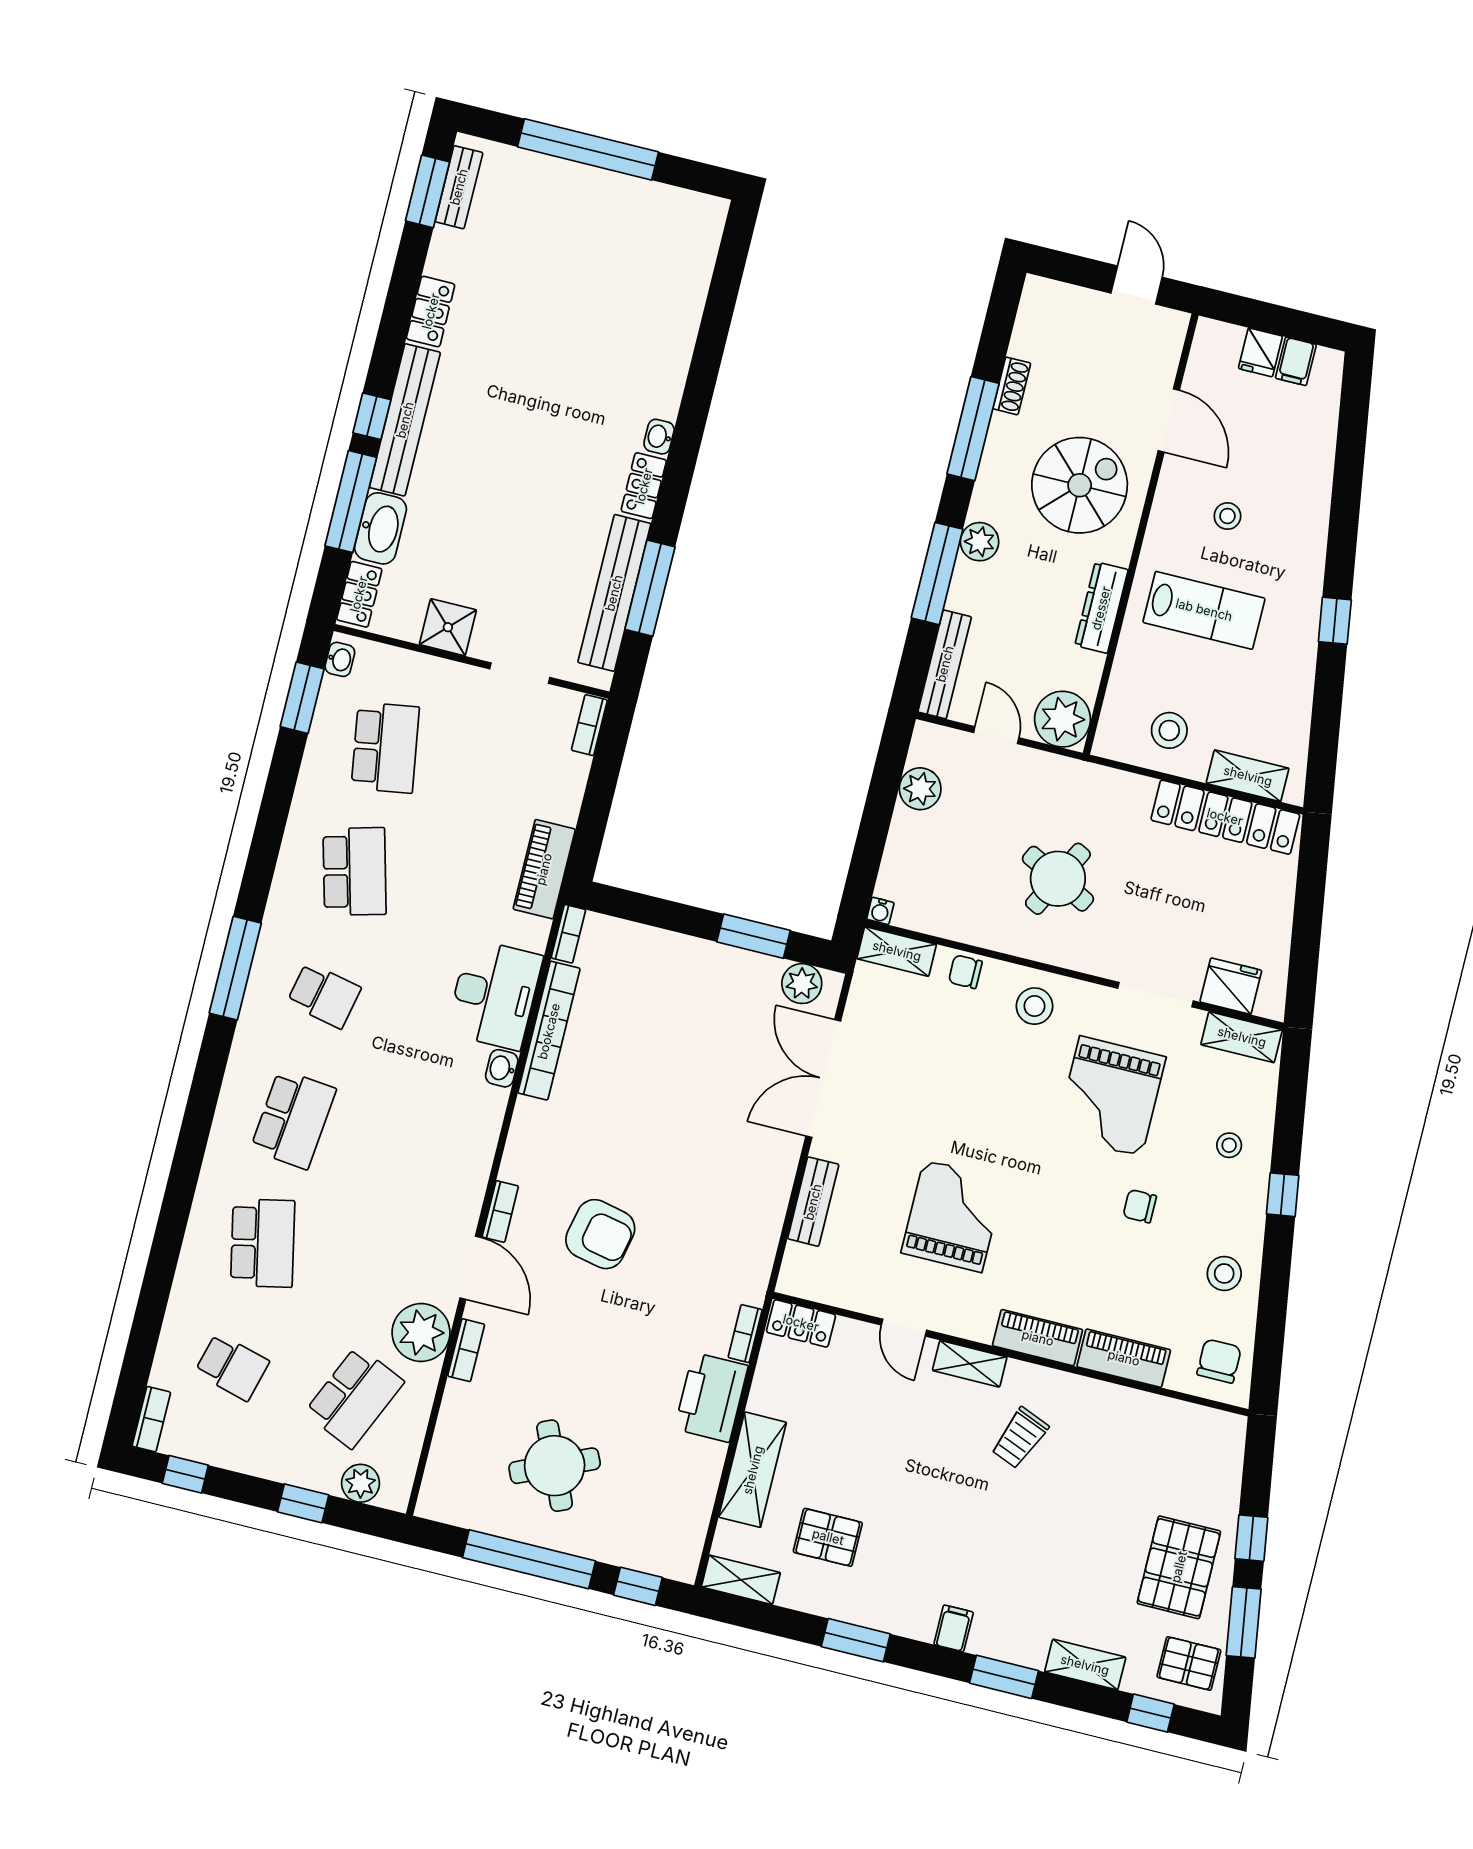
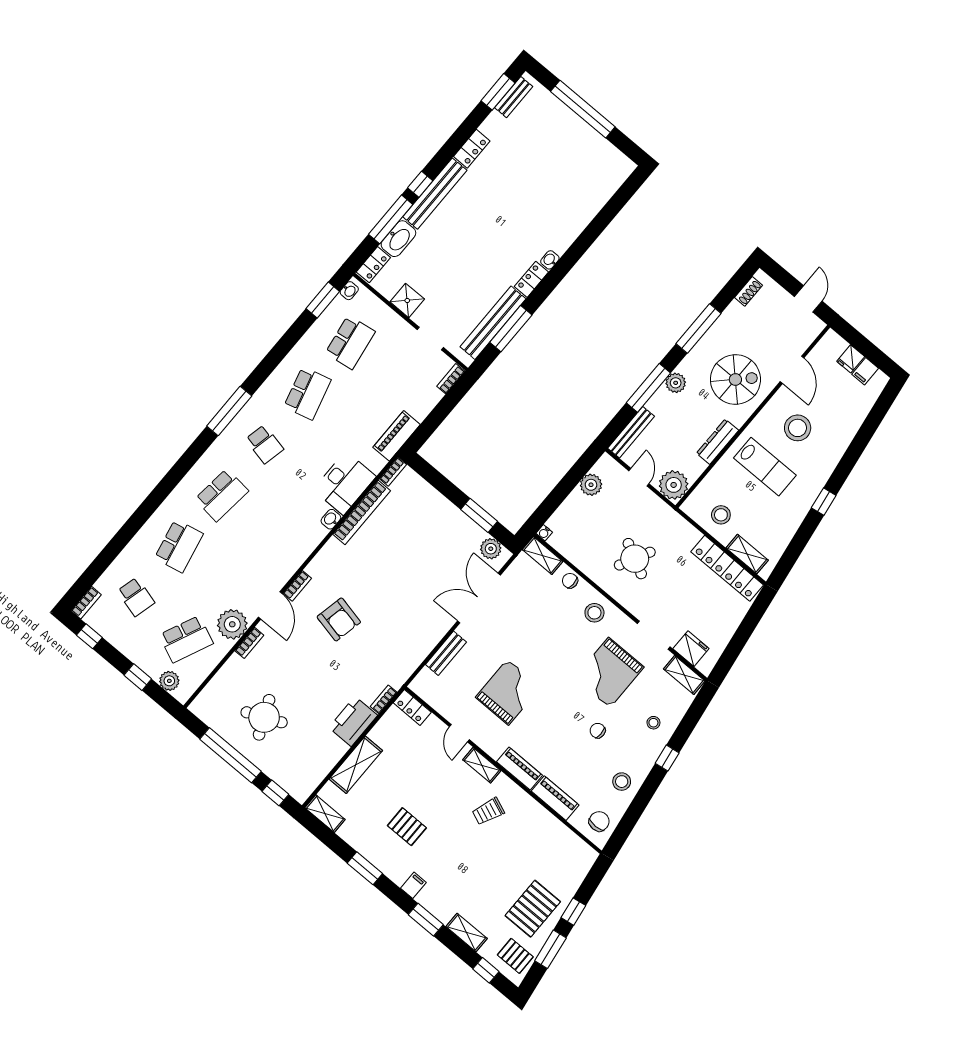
shoe rack: (1012, 386) -> (749, 291), moved
stool: (1227, 516) -> (798, 428), width x1.89, depth x1.89
pallet: (828, 1537) -> (407, 827), moved

